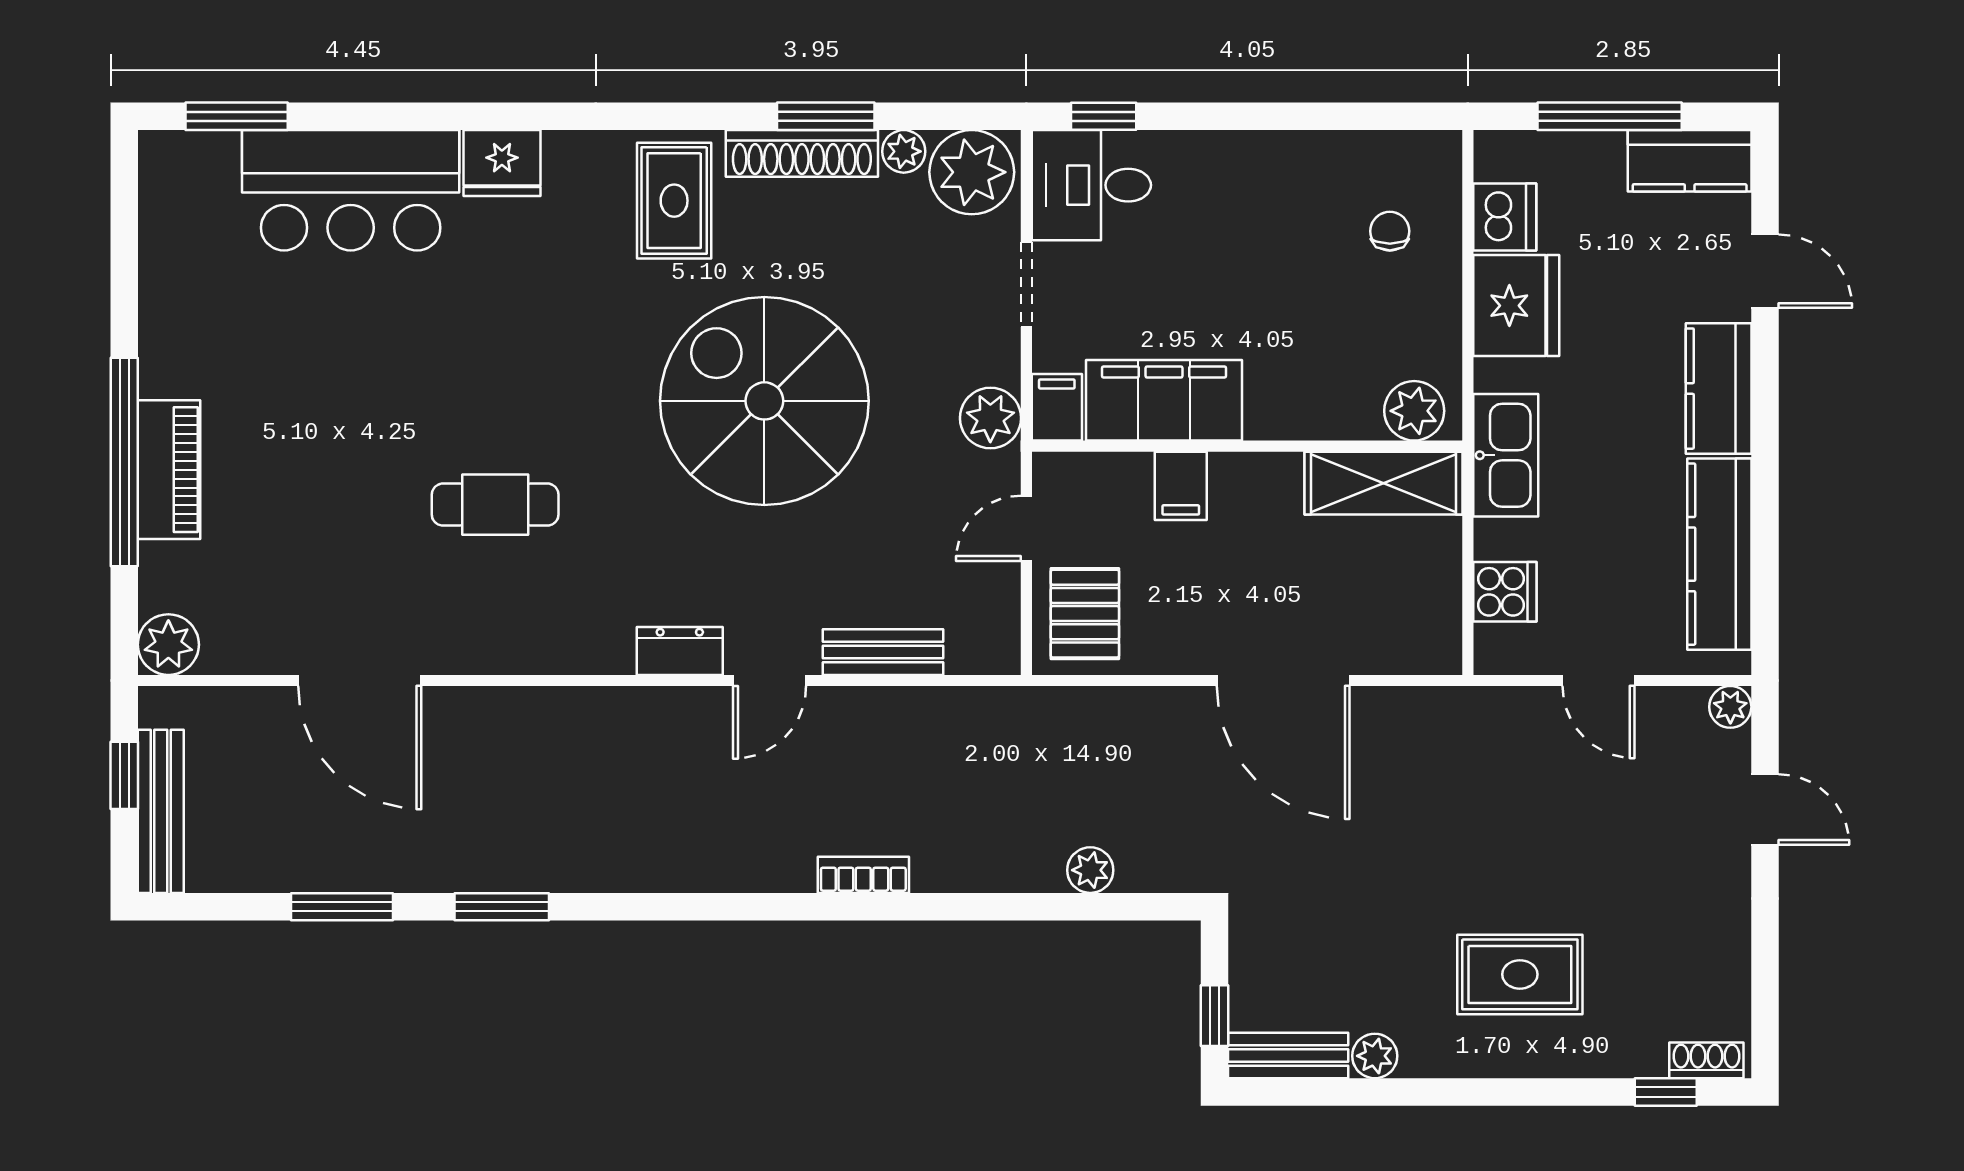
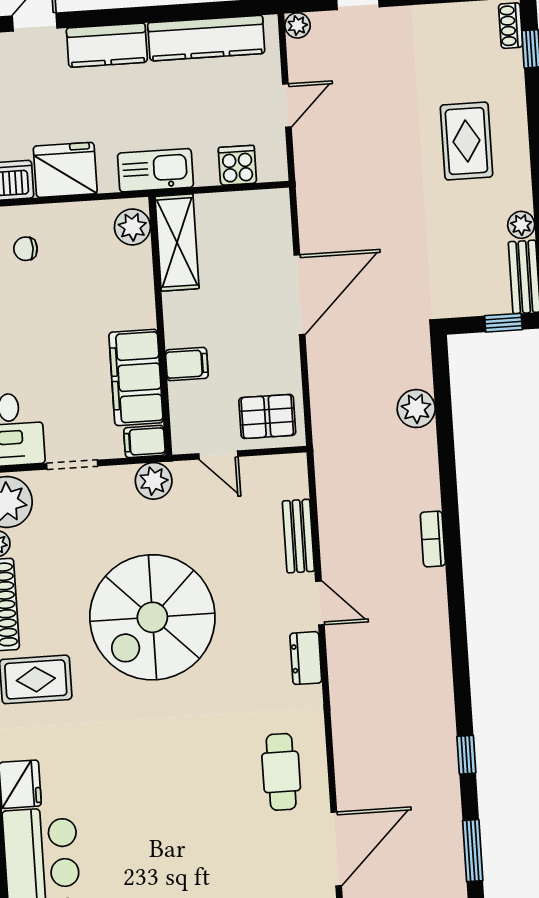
cafe table: (495, 505) -> (281, 772), moved
plant: (1090, 870) -> (416, 409), width x1.38, depth x1.38
window: (502, 907) -> (466, 755), width x0.67

